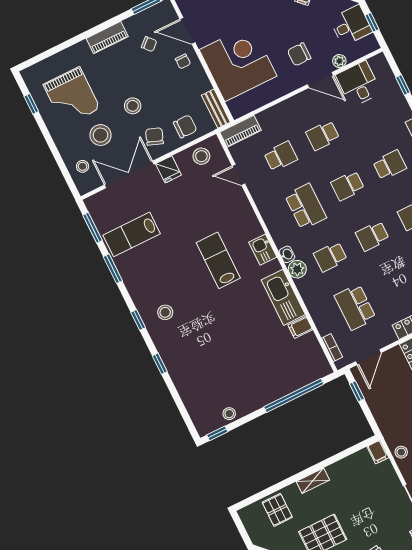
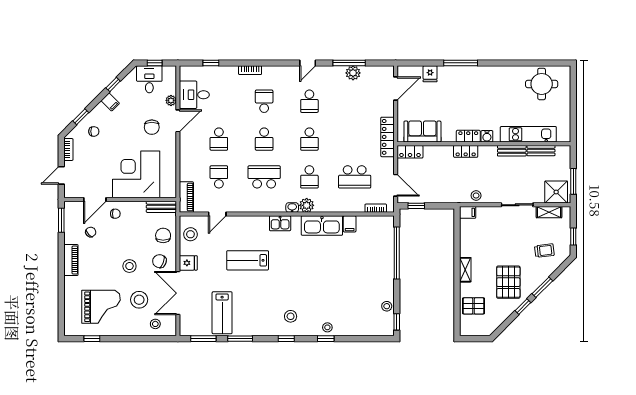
lab bench: (218, 260) -> (248, 260), moved
stool: (173, 359) -> (327, 327), added

